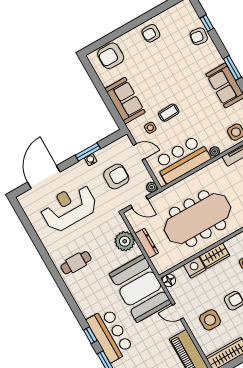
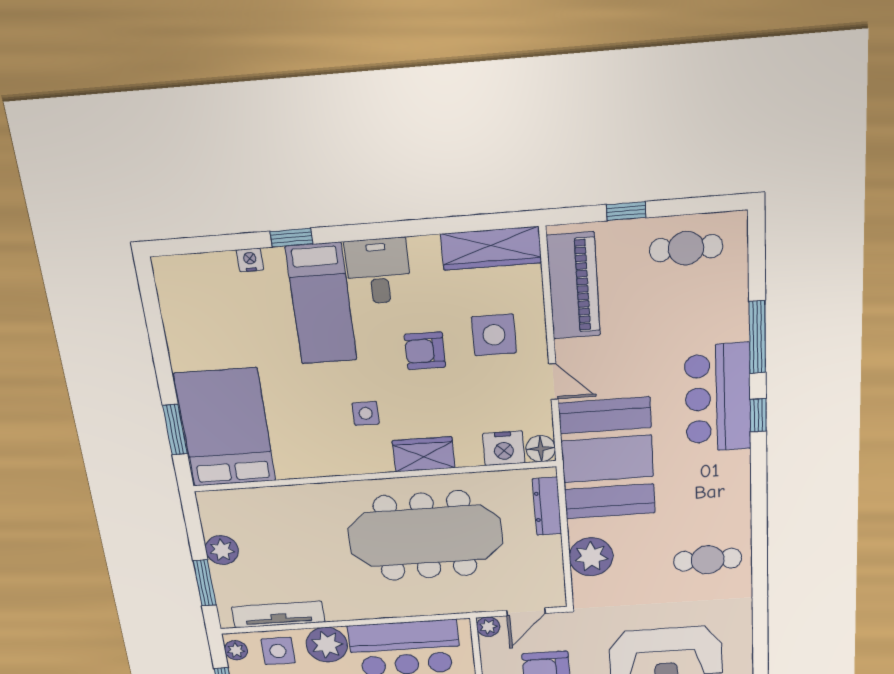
plant: (215, 152) -> (327, 645), width x1.87, depth x1.87
door: (139, 202) -> (526, 612), swing flipped
dresser: (147, 243) -> (547, 506), moved
nightstand: (195, 267) -> (504, 448), moved

